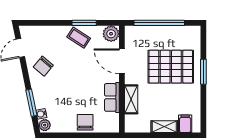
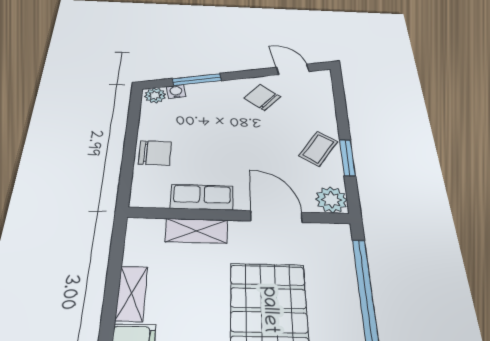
door: (122, 61) -> (276, 216), hinge flipped

